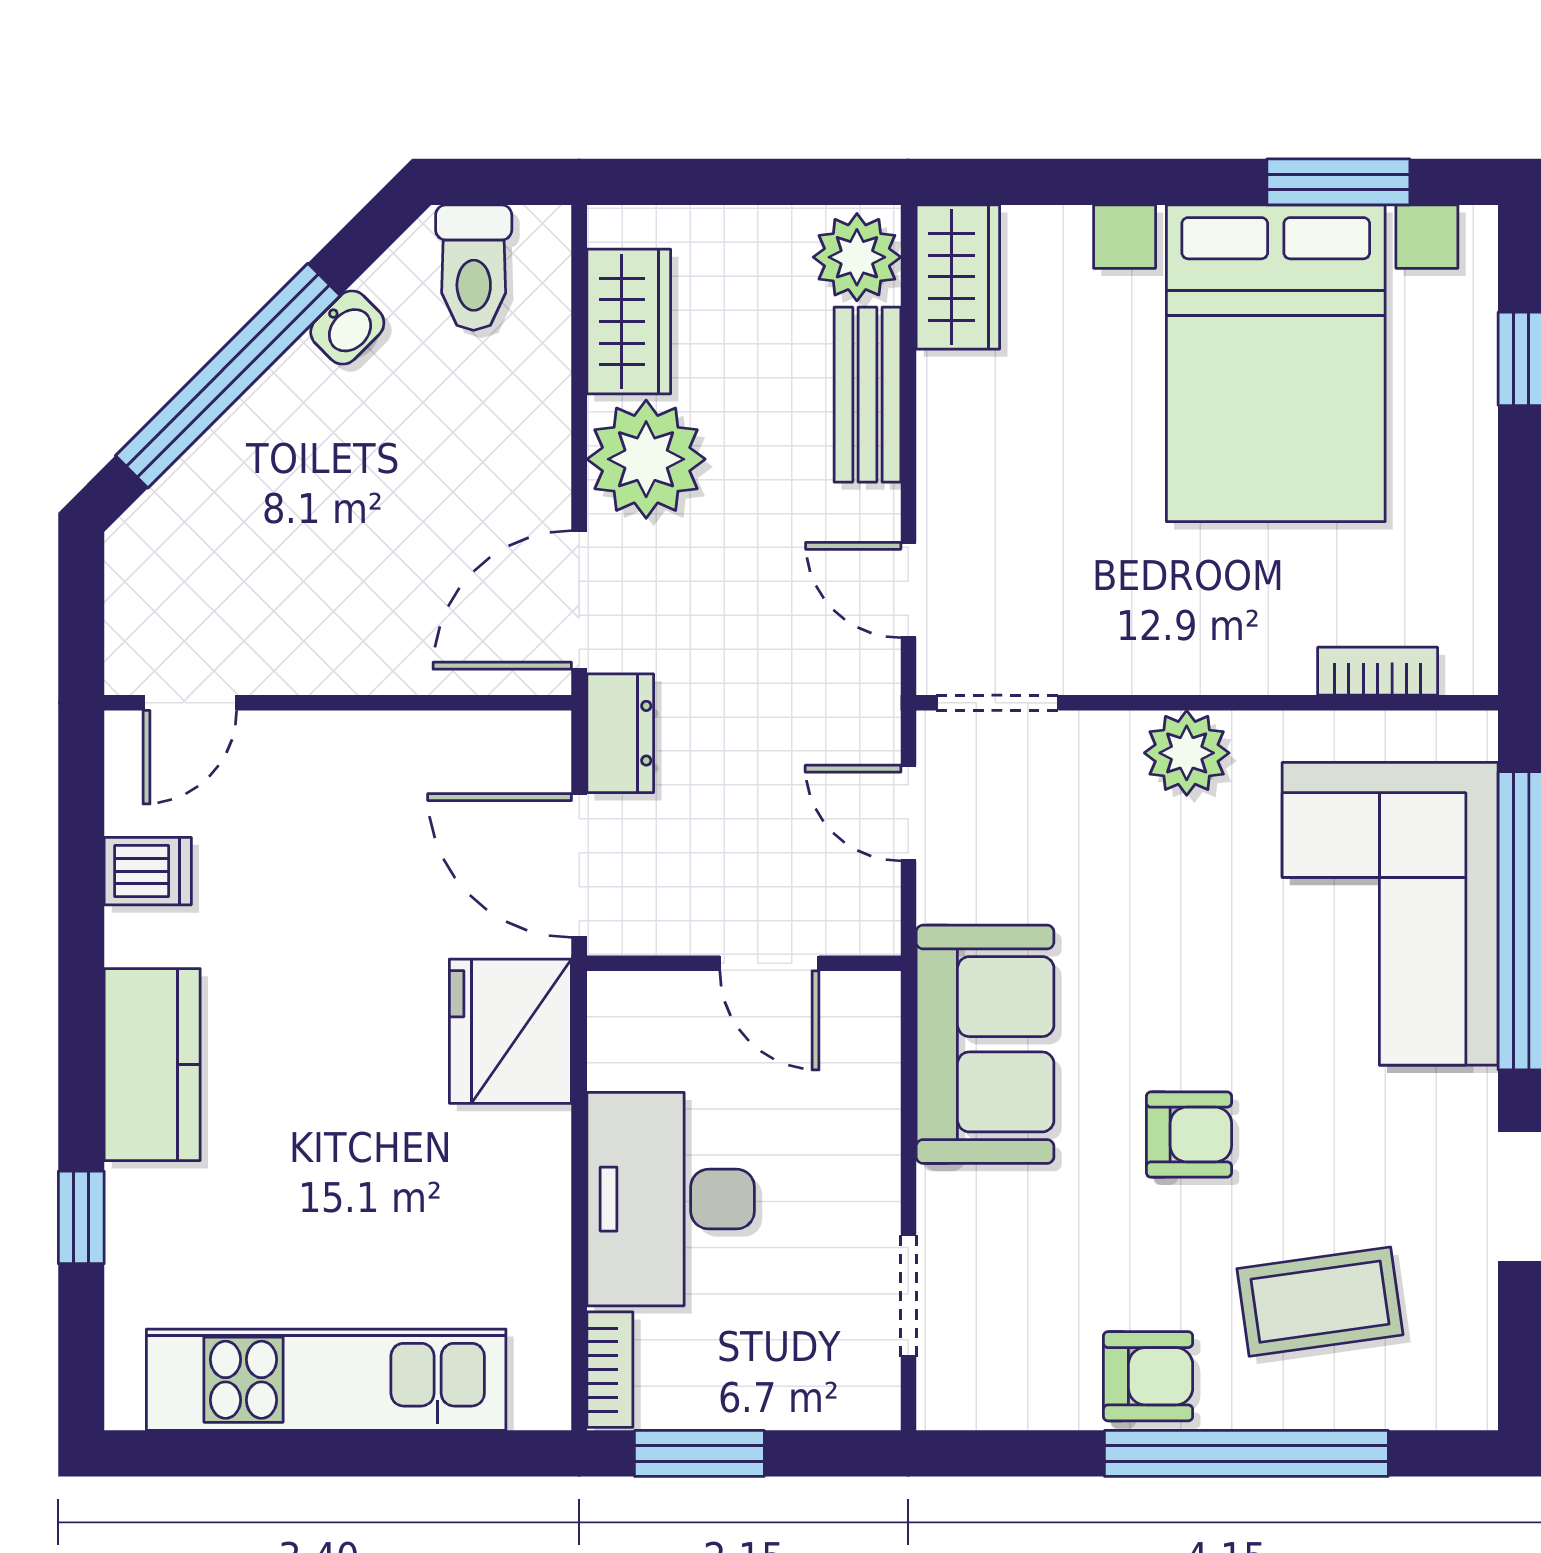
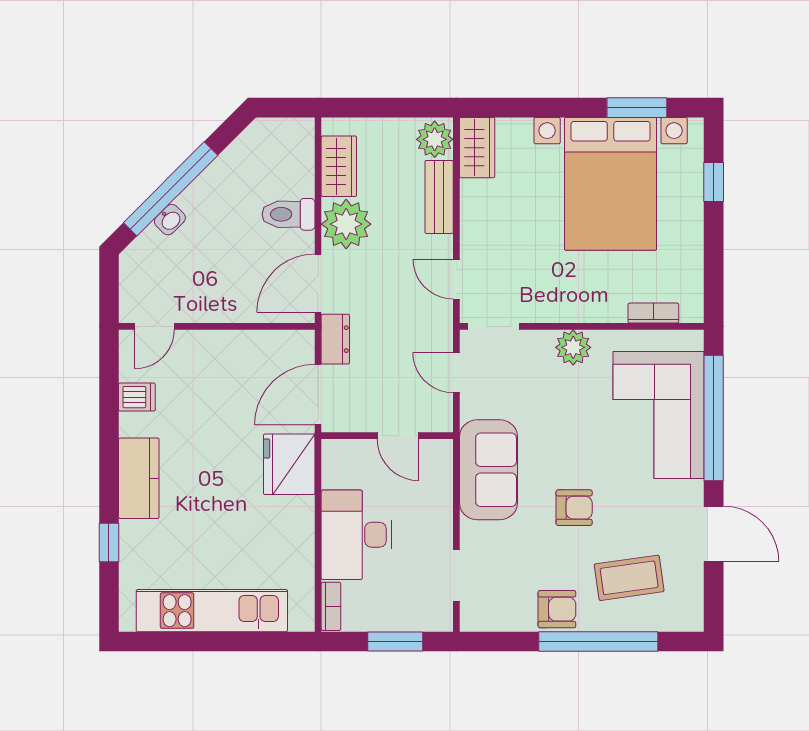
toilet: (474, 268) -> (288, 214), moved, turned 90
washbasin: (347, 328) -> (170, 220), moved
door: (579, 865) -> (318, 395), hinge flipped
window: (699, 1453) -> (395, 642), moved

